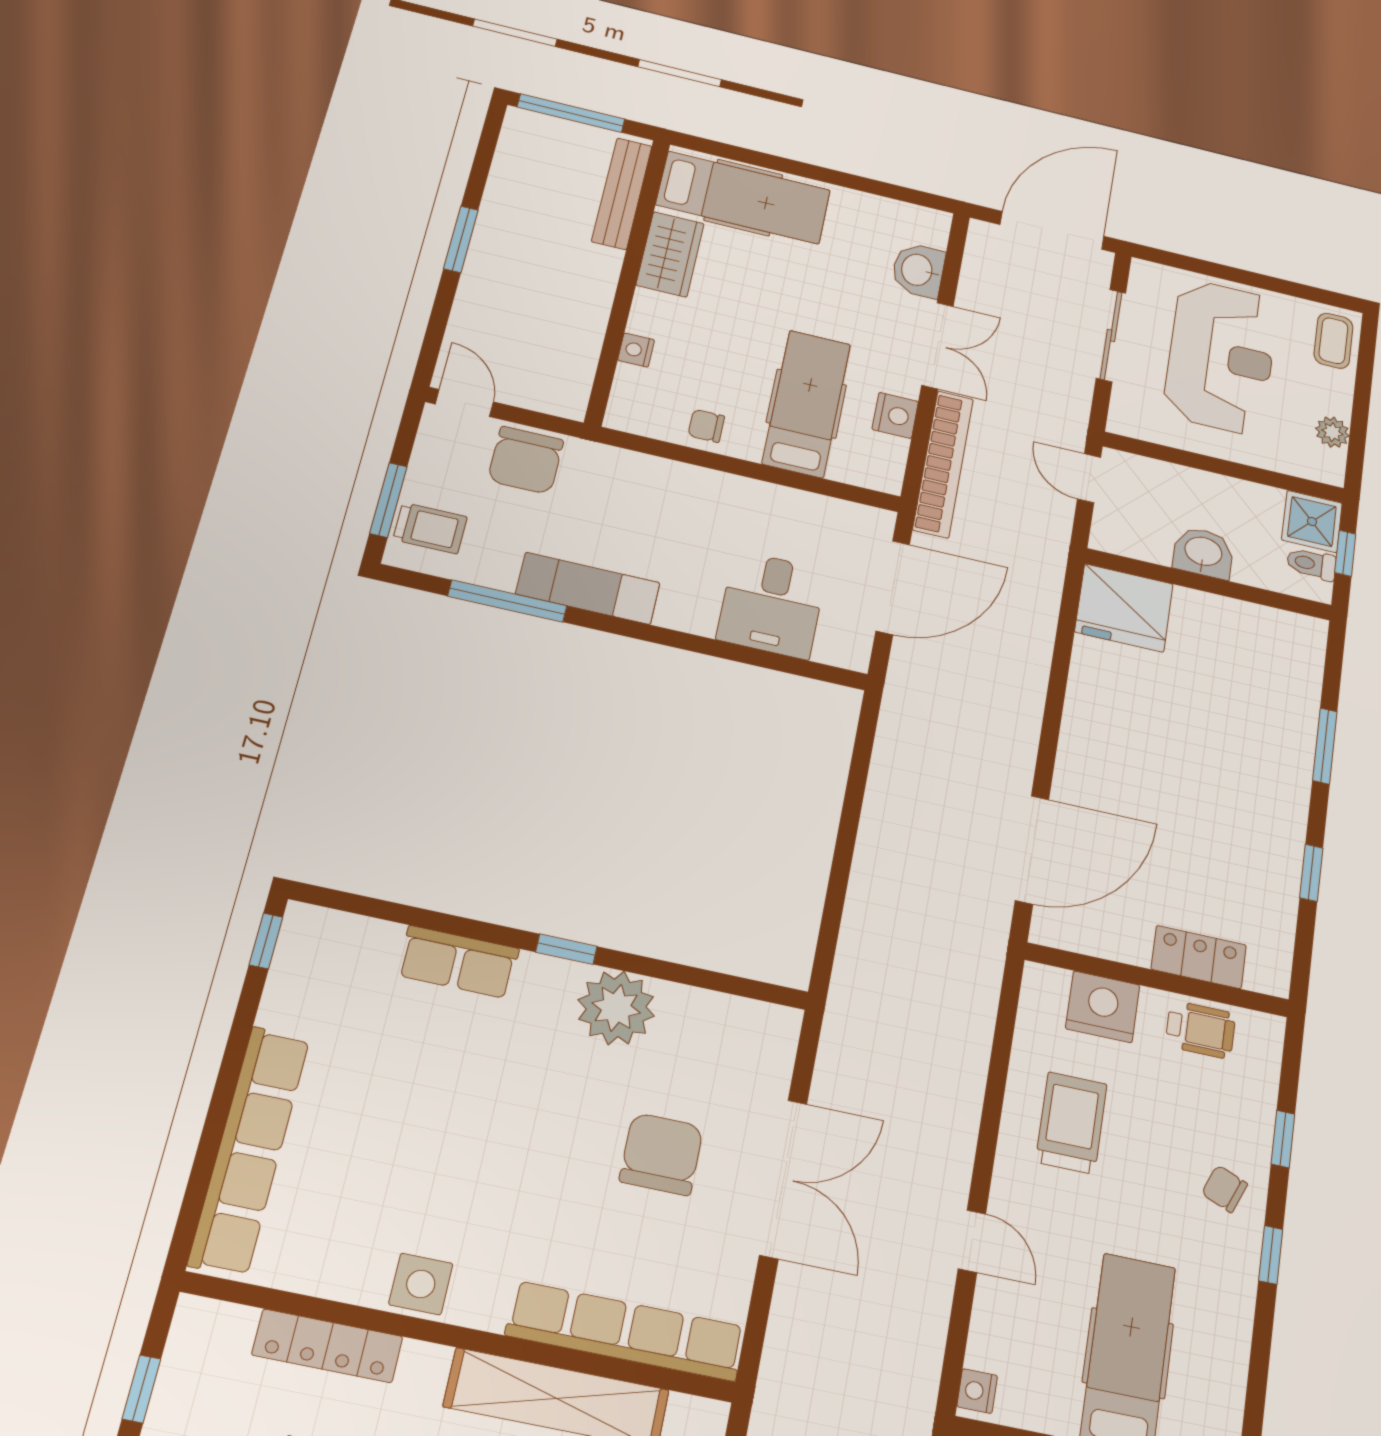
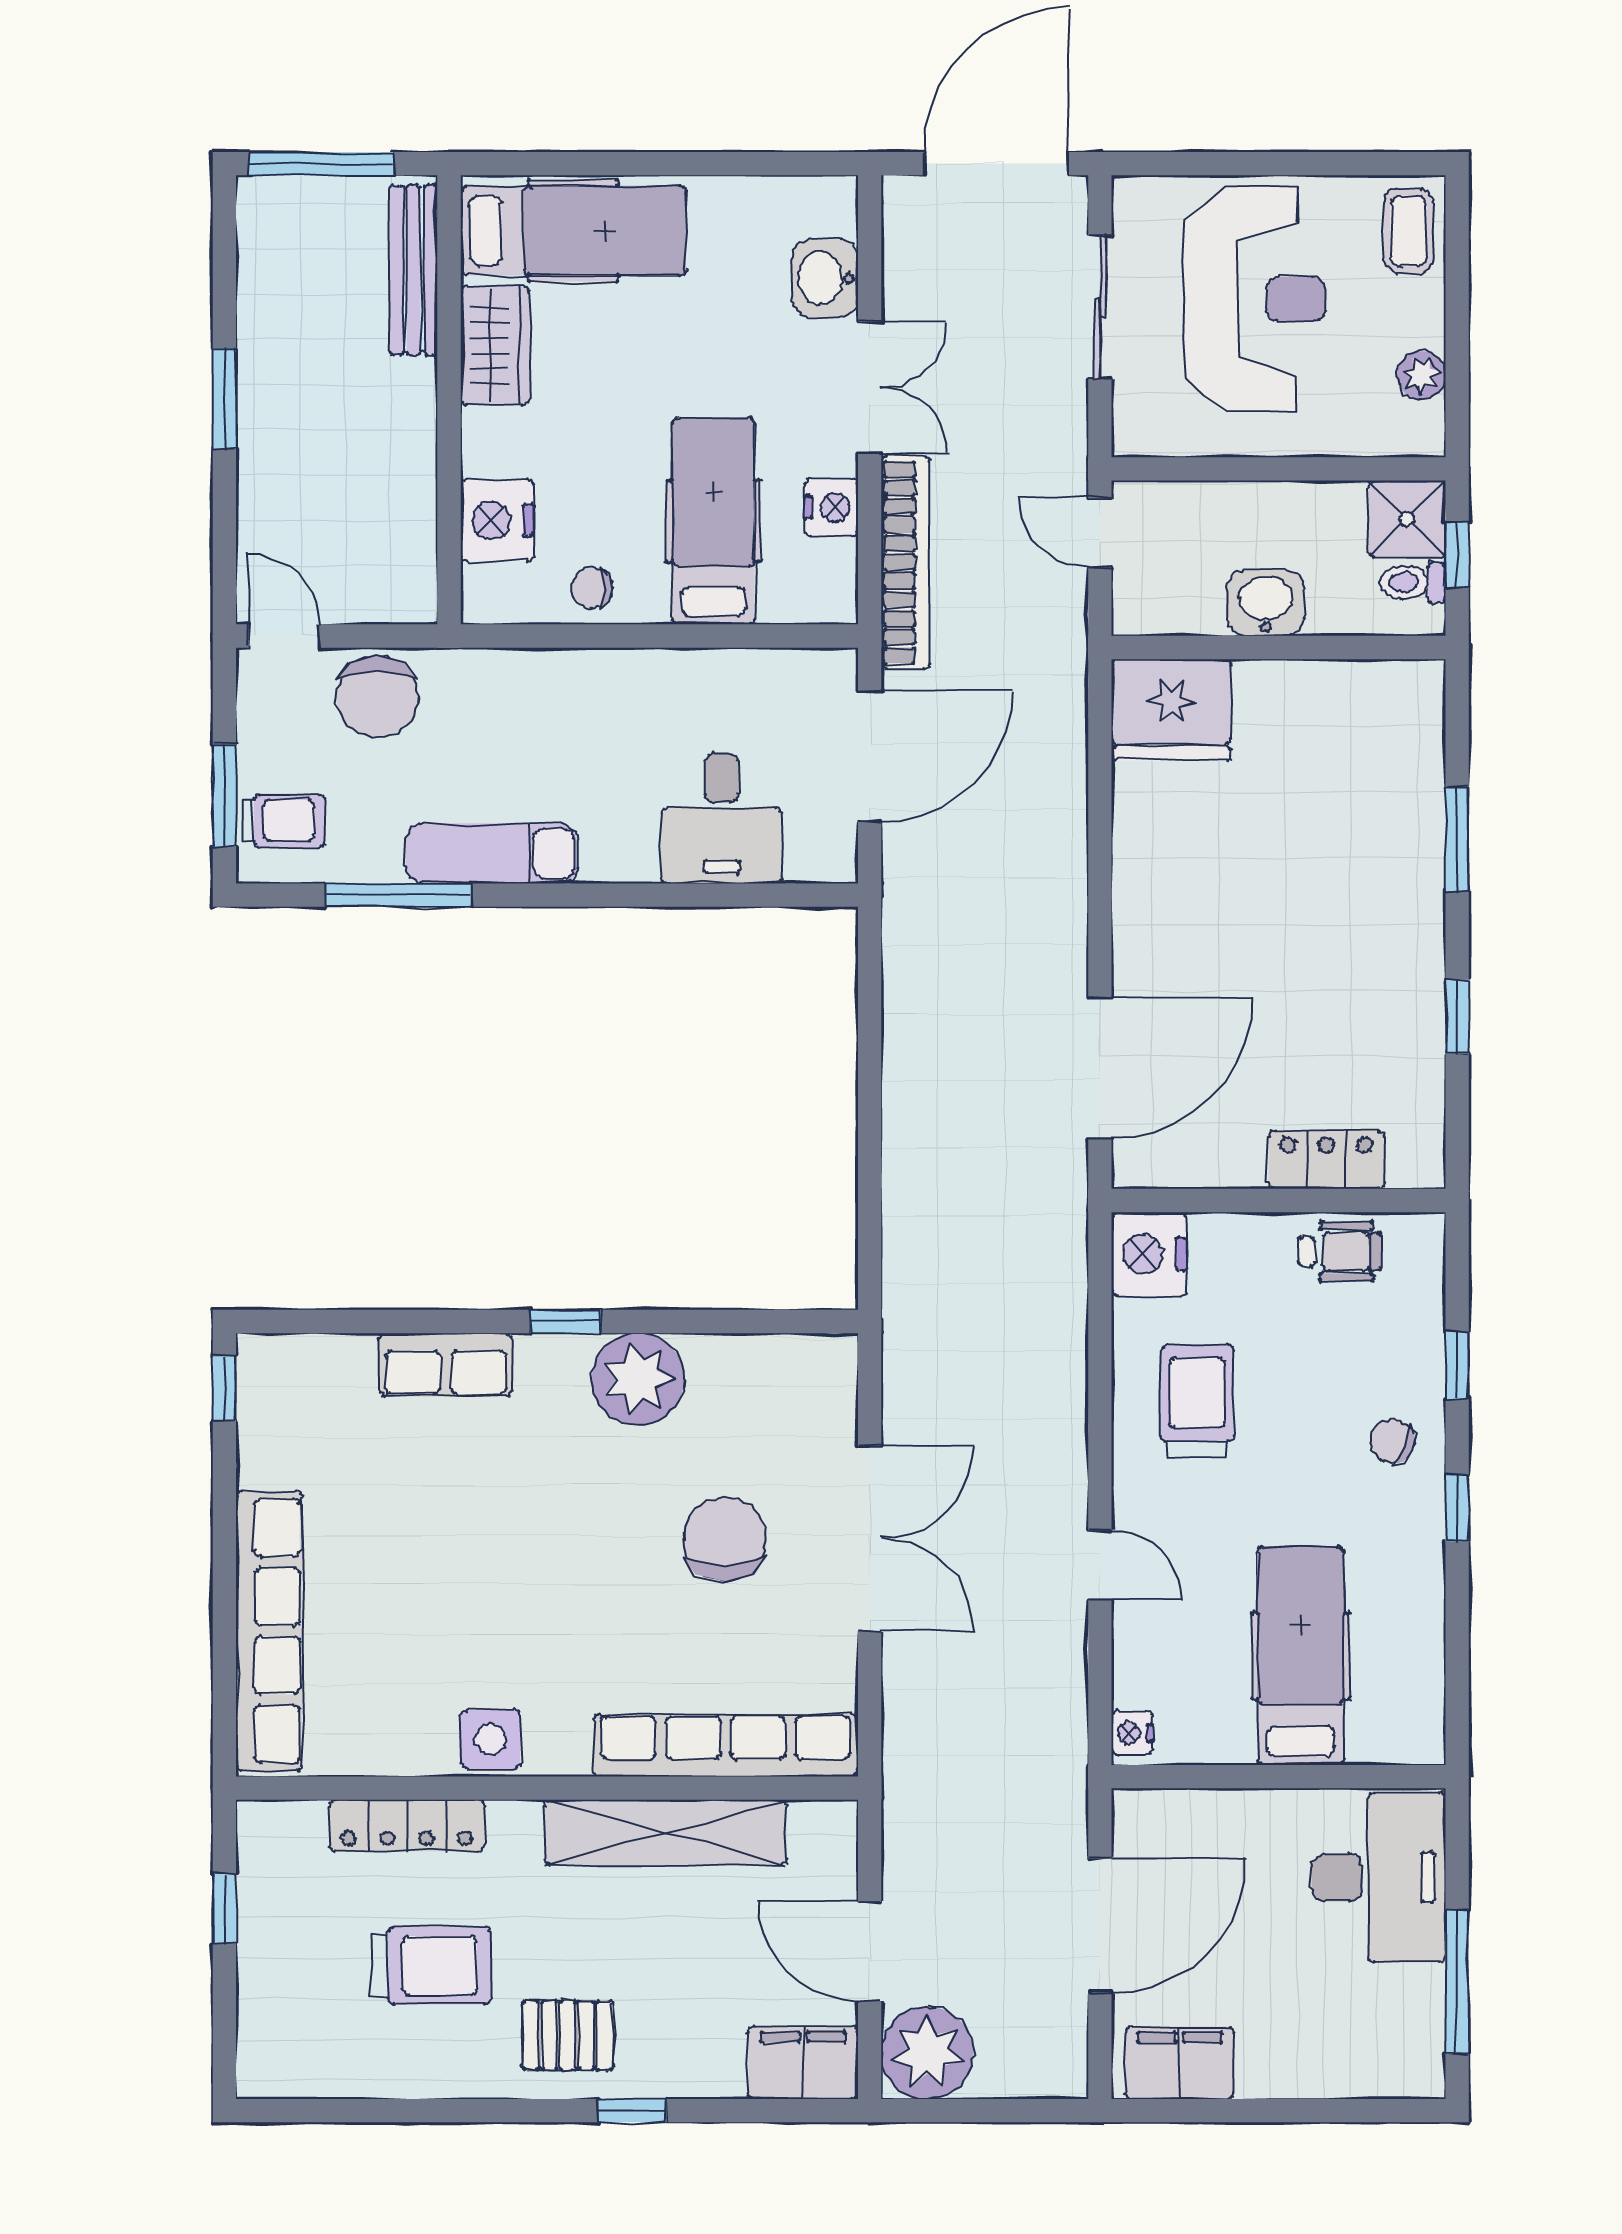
nightstand: (636, 350) -> (497, 520), width x1.89, depth x1.79
nightstand: (1103, 1007) -> (1149, 1254), moved, turned -90

